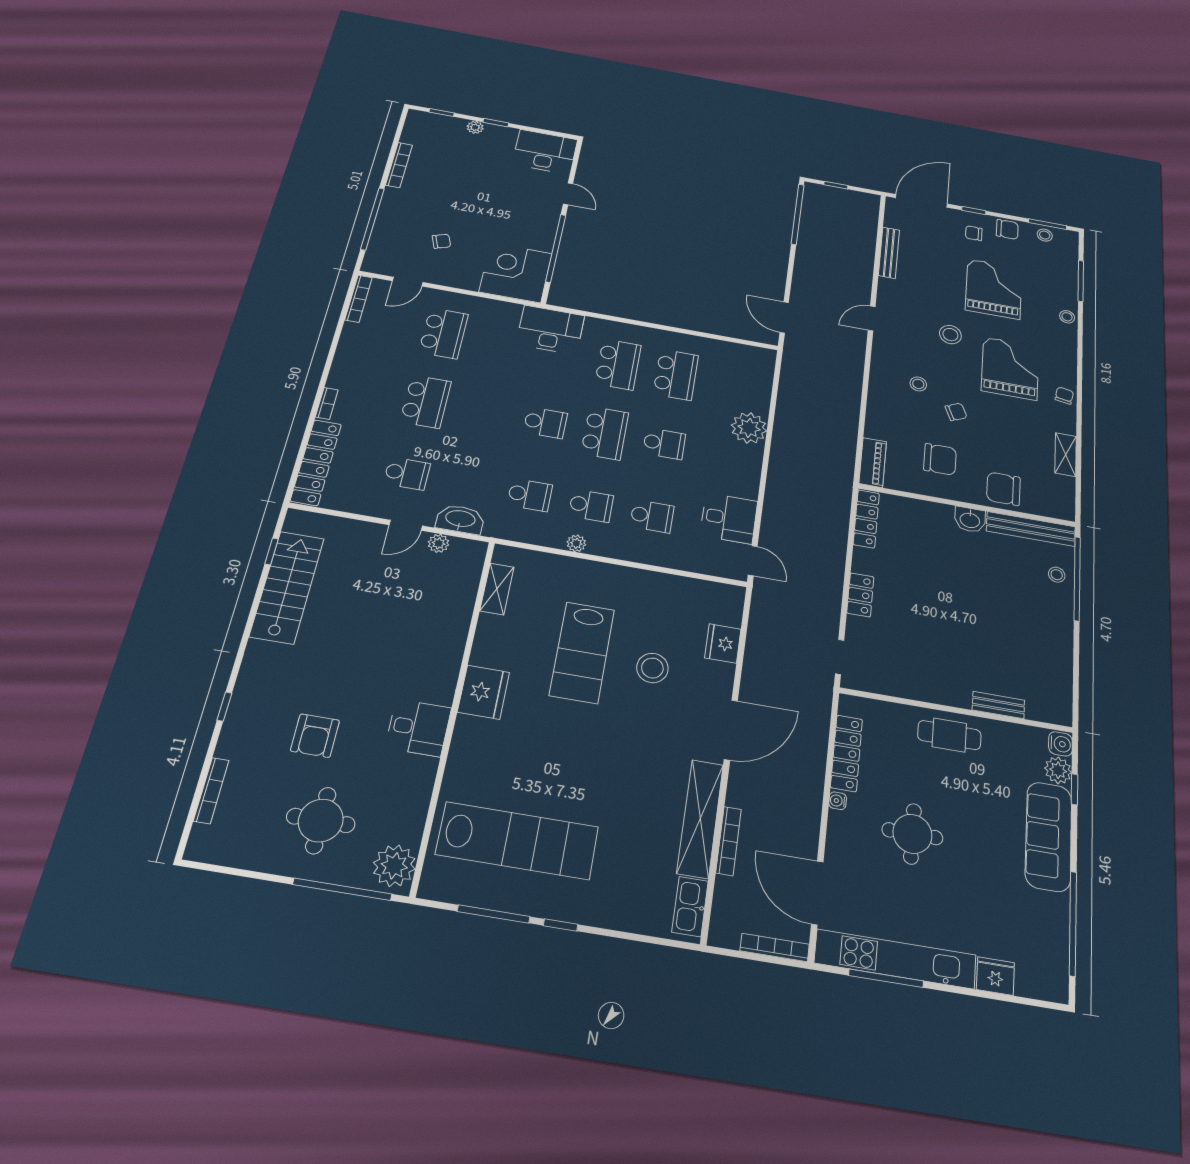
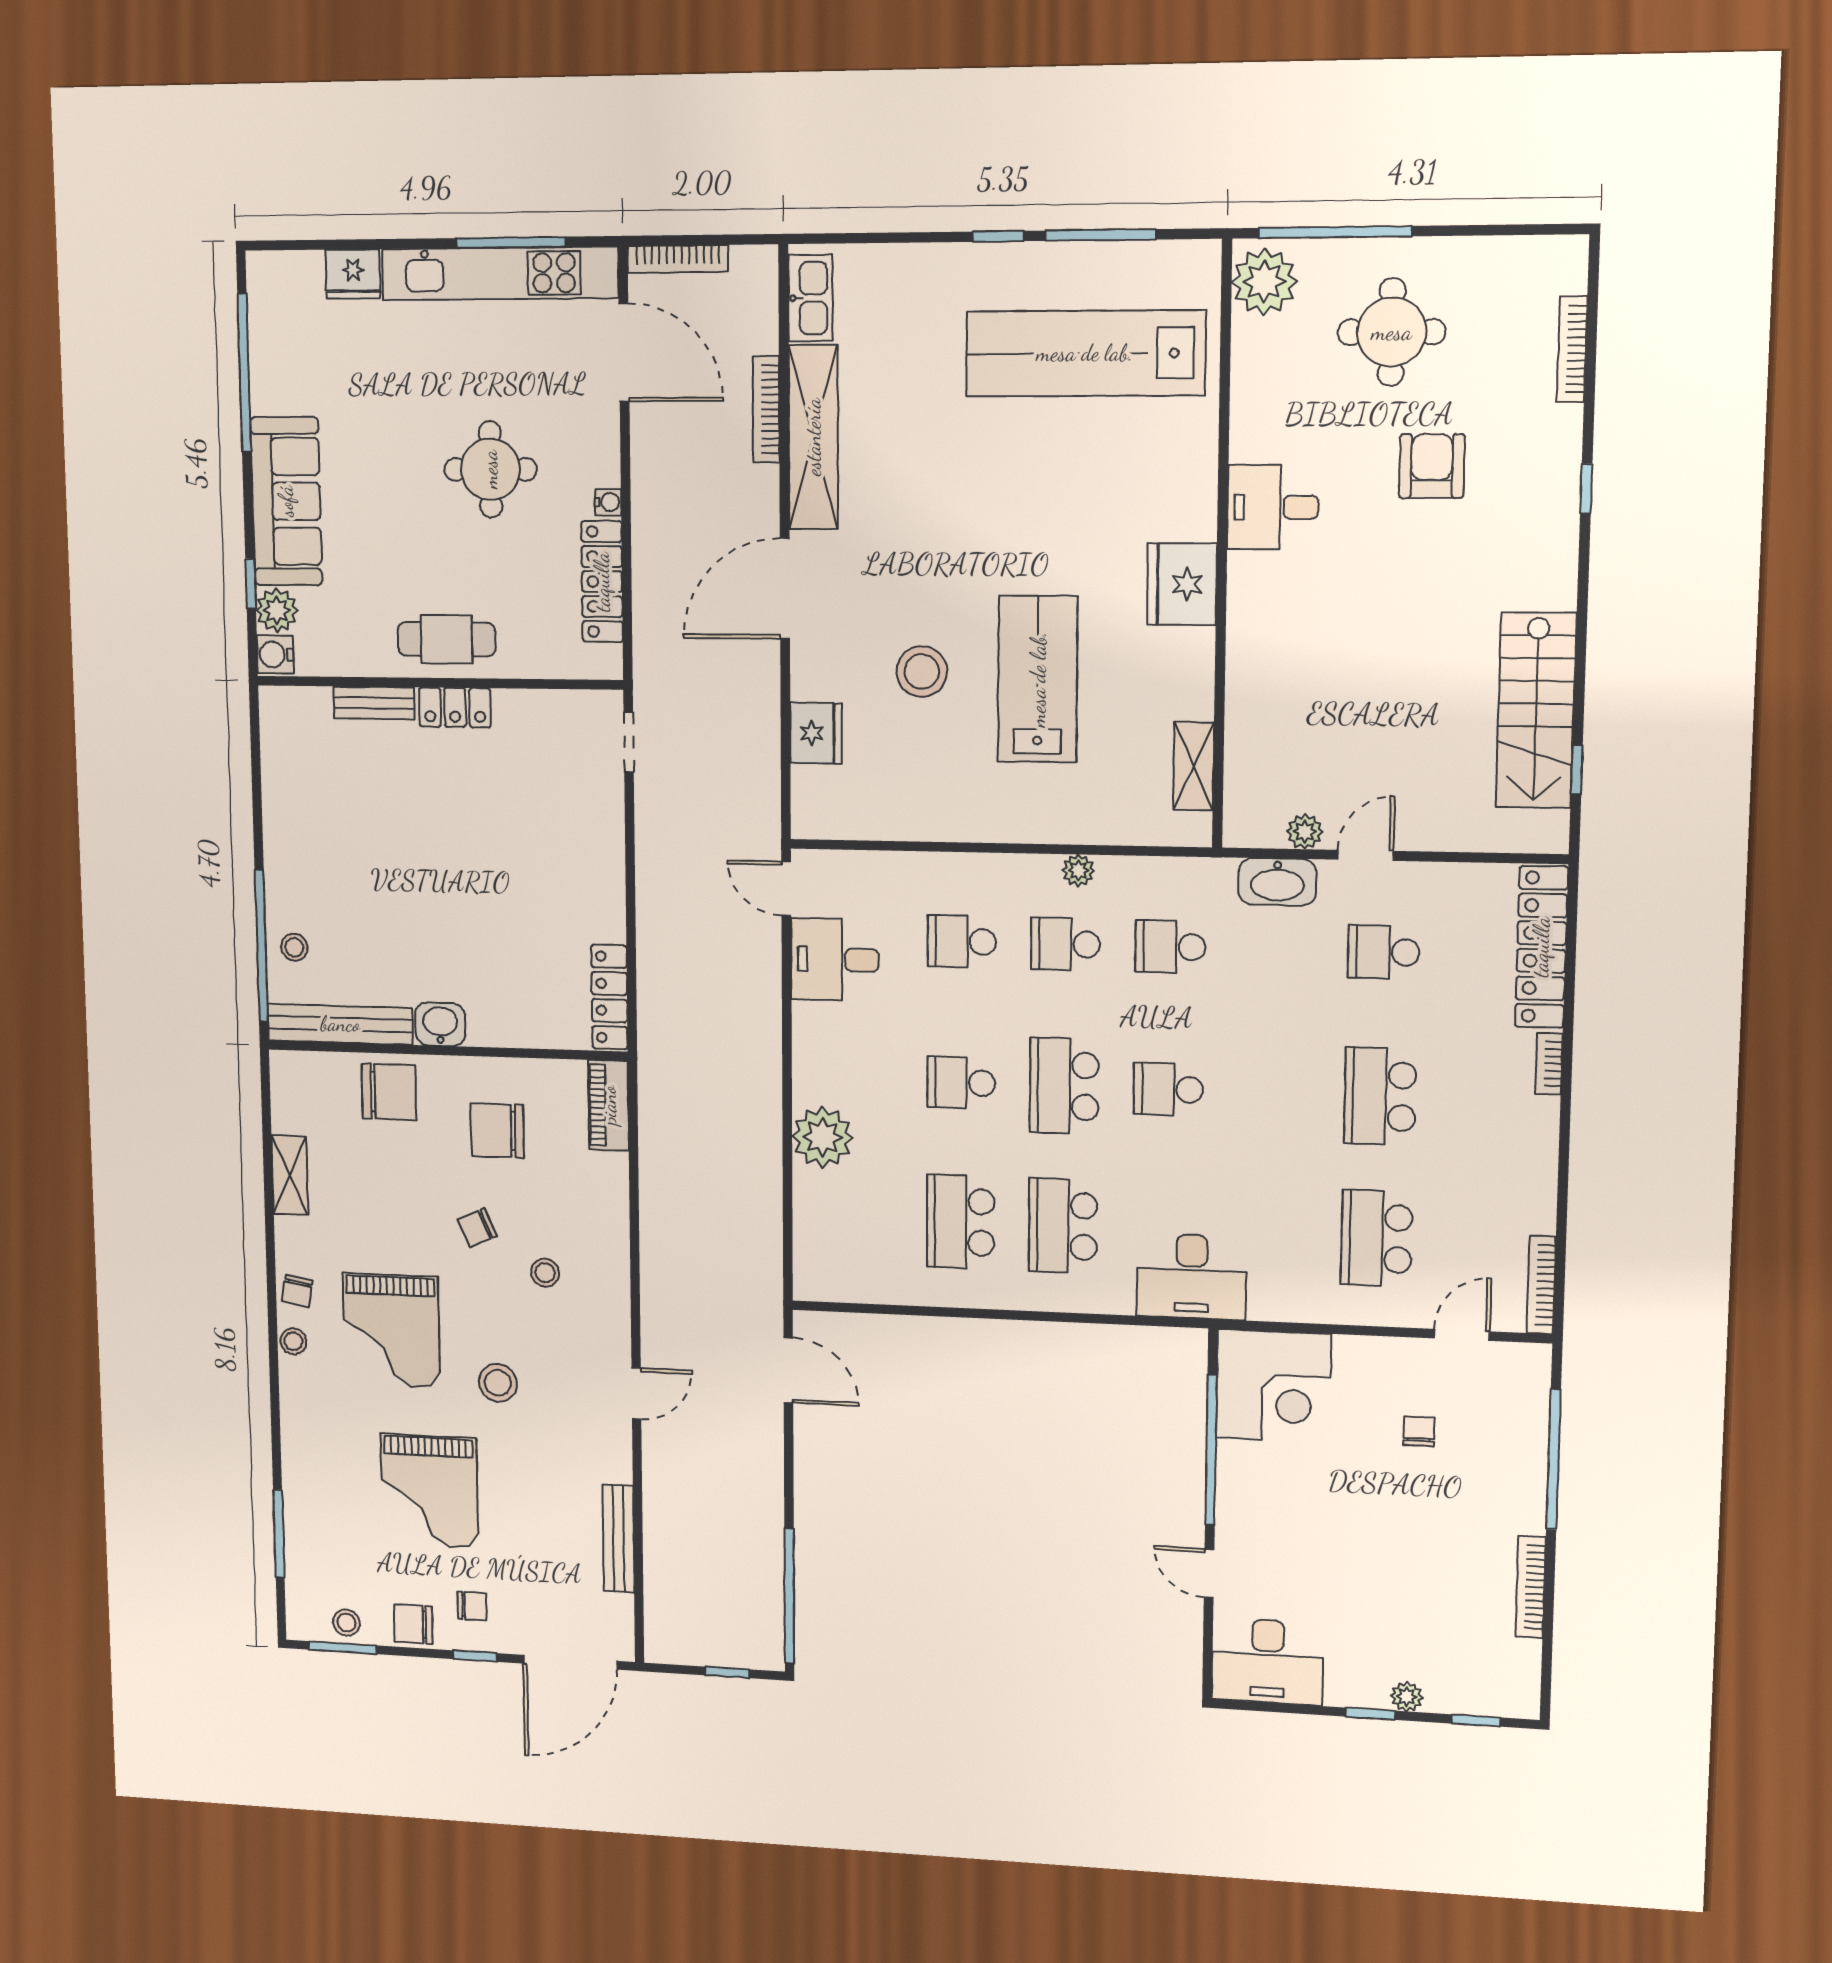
chair: (441, 241) -> (1419, 1431), turned 110
stool: (1067, 317) -> (293, 1341), moved
locker: (860, 595) -> (455, 707), moved, turned -90

